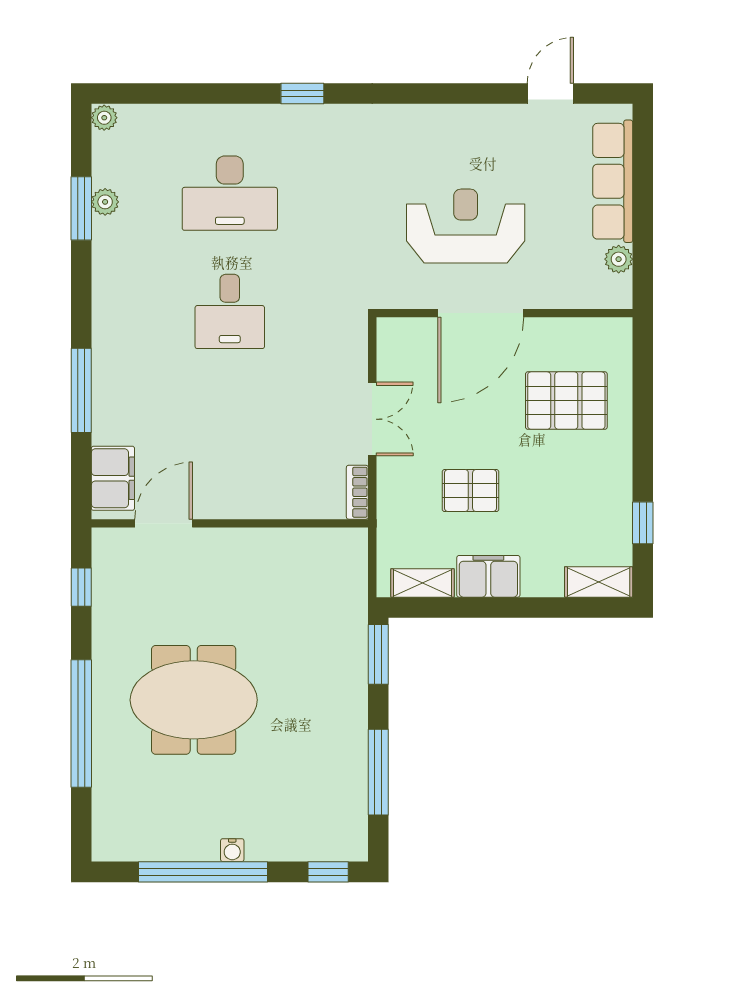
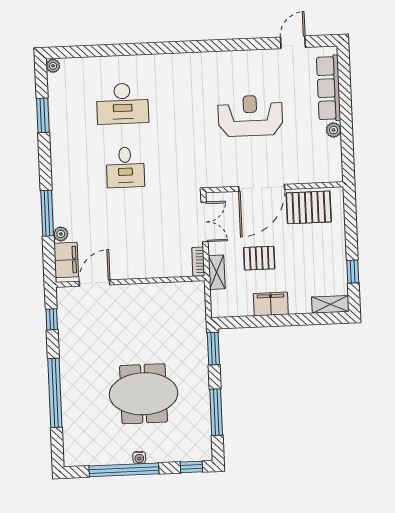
window: (302, 93) -> (159, 48), removed
plant: (105, 202) -> (61, 234), moved
door: (481, 313) -> (262, 188), moved
wall: (504, 313) -> (274, 187), moved
shelving: (422, 583) -> (217, 272), moved, turned 90
meeting table: (194, 700) -> (144, 394), moved

